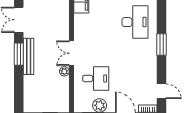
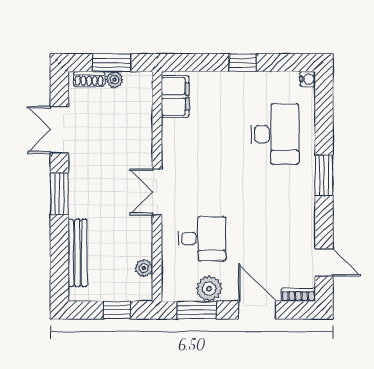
bench: (29, 56) -> (77, 253), moved
plant: (64, 71) -> (144, 268), moved

